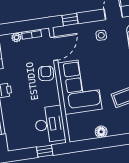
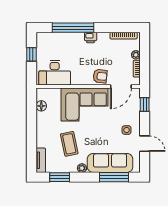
door: (54, 49) -> (121, 86), hinge flipped
floor lamp: (101, 132) -> (41, 106), moved
window: (45, 151) -> (31, 54), moved

